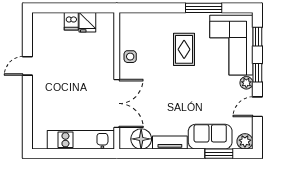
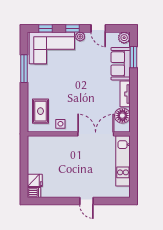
dishwasher: (71, 21) -> (34, 193), moved
fridge: (87, 22) -> (35, 180), moved
rug: (184, 49) -> (40, 111), moved, turned 90
door: (27, 66) -> (87, 201), moved

